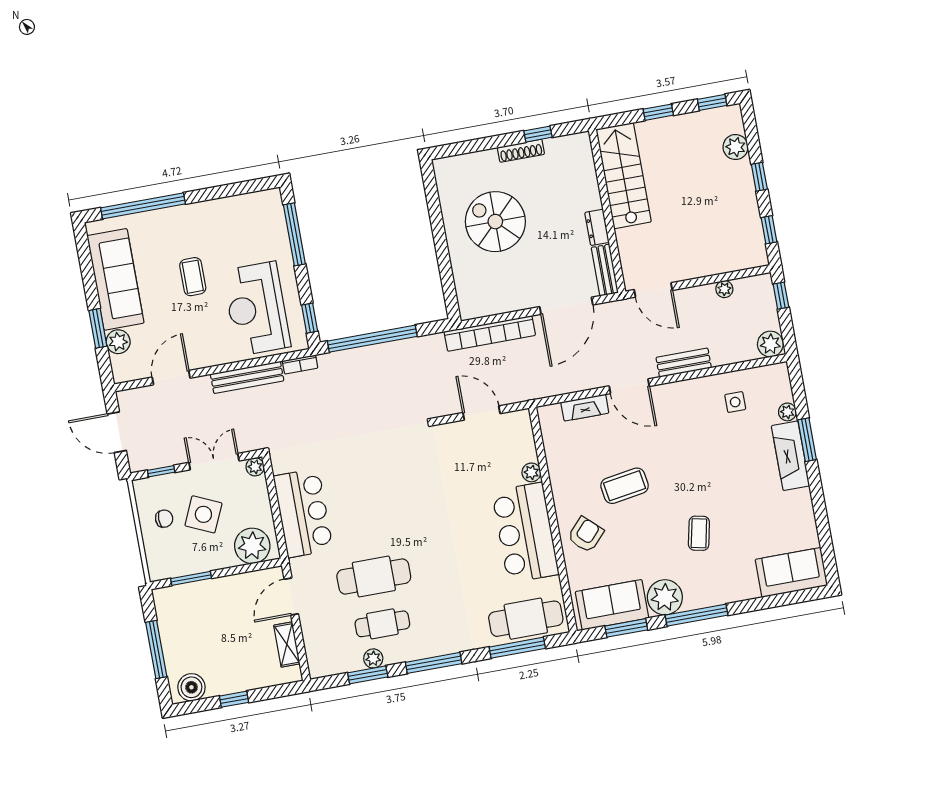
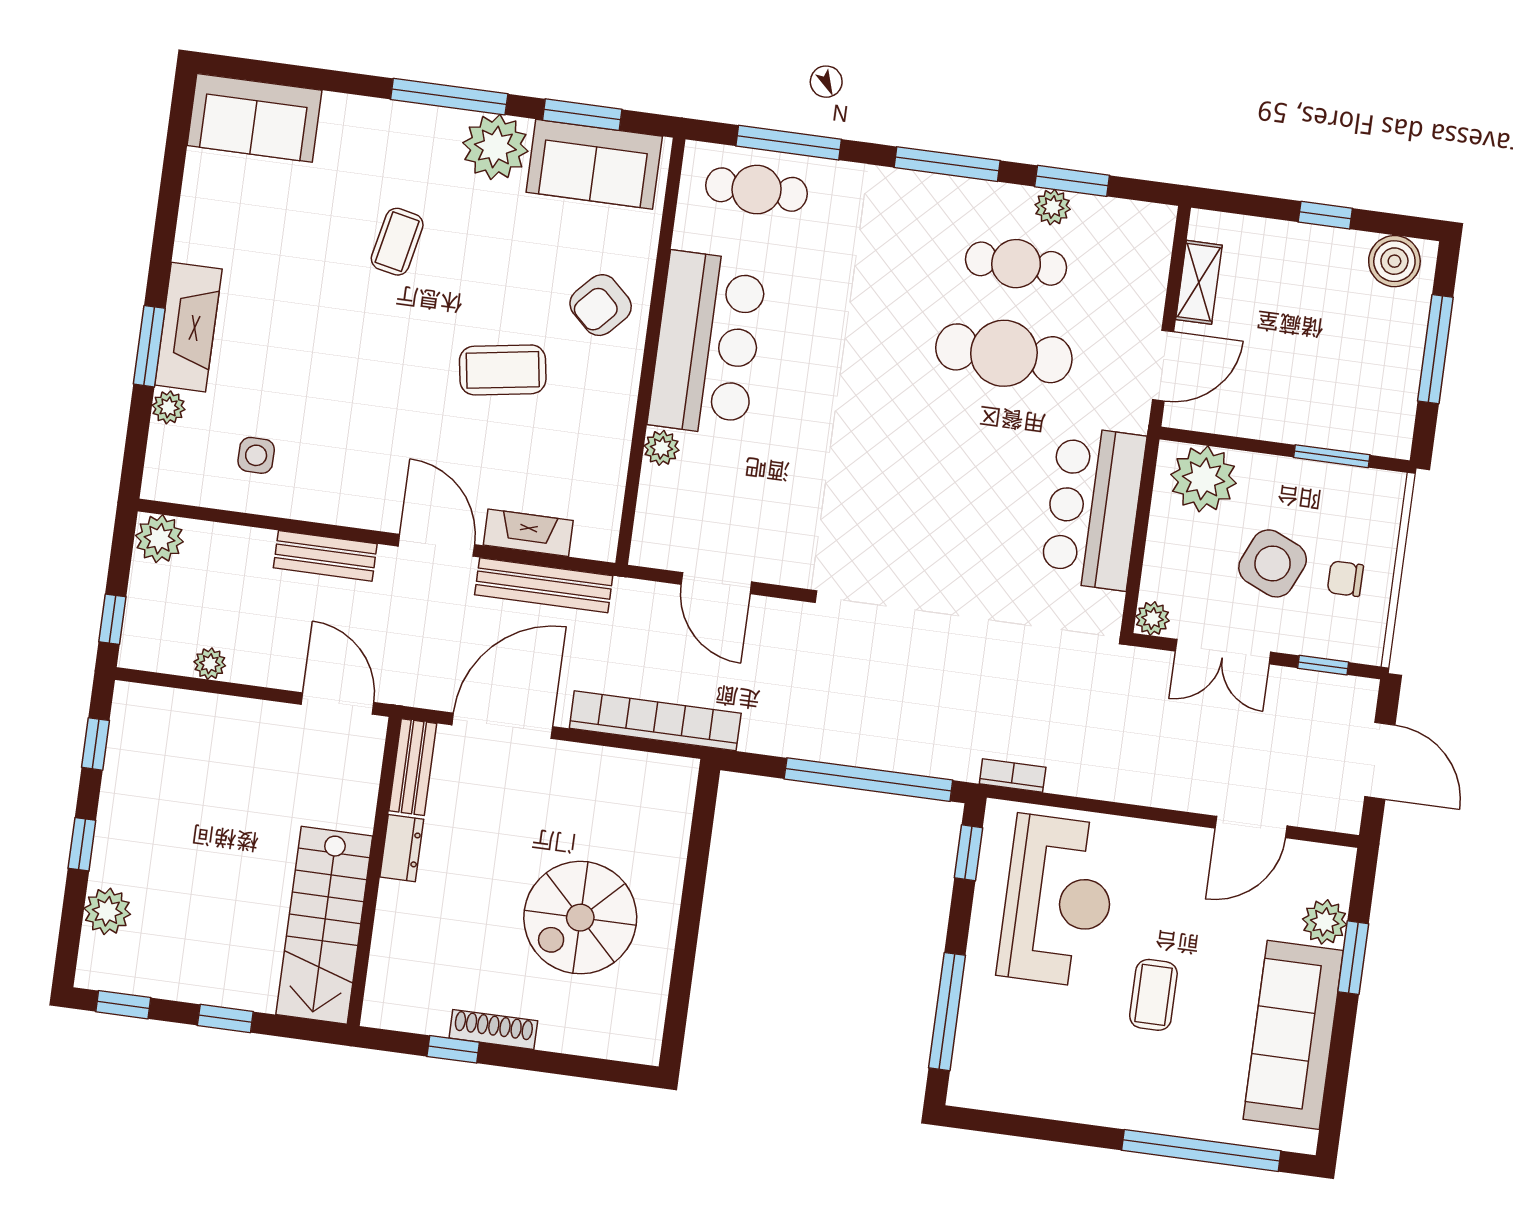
spiral stairs: (495, 222) -> (580, 918), turned 90
bench: (247, 377) -> (544, 585), moved
cafe table: (526, 619) -> (757, 190), width x0.73, depth x0.74

